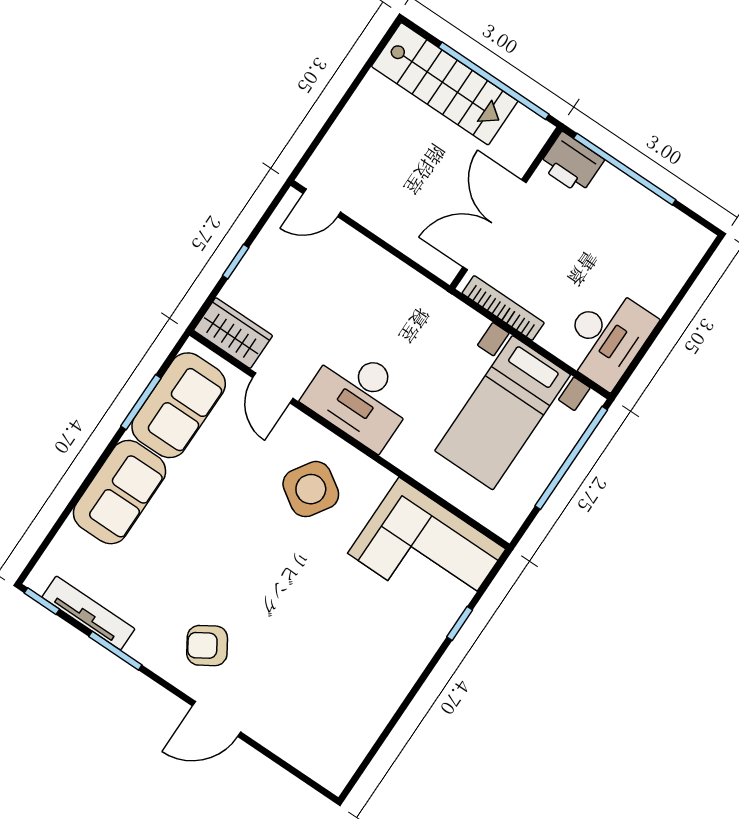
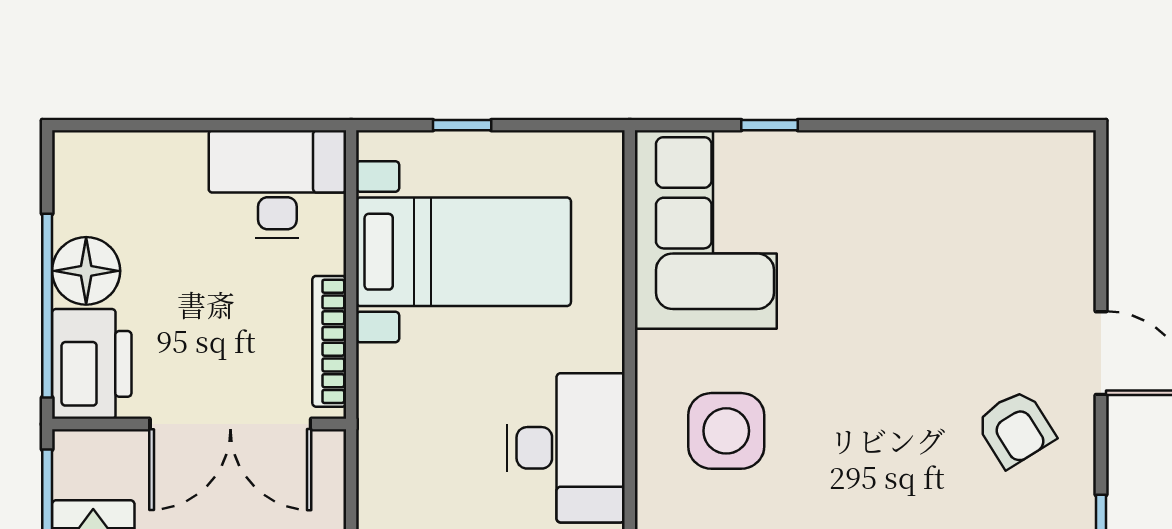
printer: (571, 163) -> (92, 364), width x1.37, depth x1.19
floor lamp: (629, 203) -> (86, 271), added
window: (571, 458) -> (462, 125), width x0.32
side table: (311, 489) -> (726, 431), turned -33

